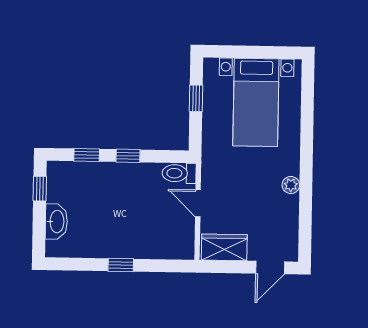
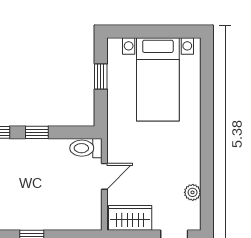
plant: (291, 185) -> (193, 192), moved
door: (198, 203) -> (104, 176), swing flipped

